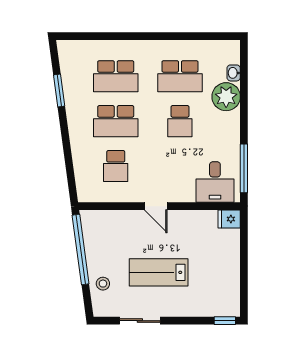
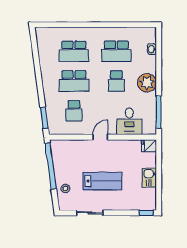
window: (59, 90) -> (44, 118), moved
plant: (226, 97) -> (147, 83), moved
desk: (215, 182) -> (129, 121), moved
door: (156, 206) -> (100, 137), swing flipped
kitchen sink: (230, 267) -> (149, 178), added
lab bench: (159, 272) -> (102, 181), turned 180

